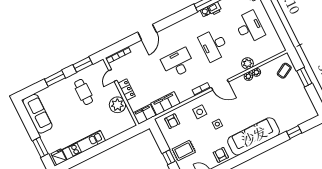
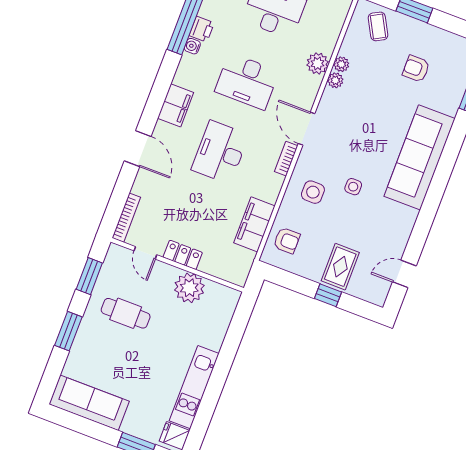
door: (220, 85) -> (307, 129), swing flipped
filing cabinet: (144, 114) -> (176, 105), moved, turned 180
armchair: (221, 155) -> (416, 69), moved

